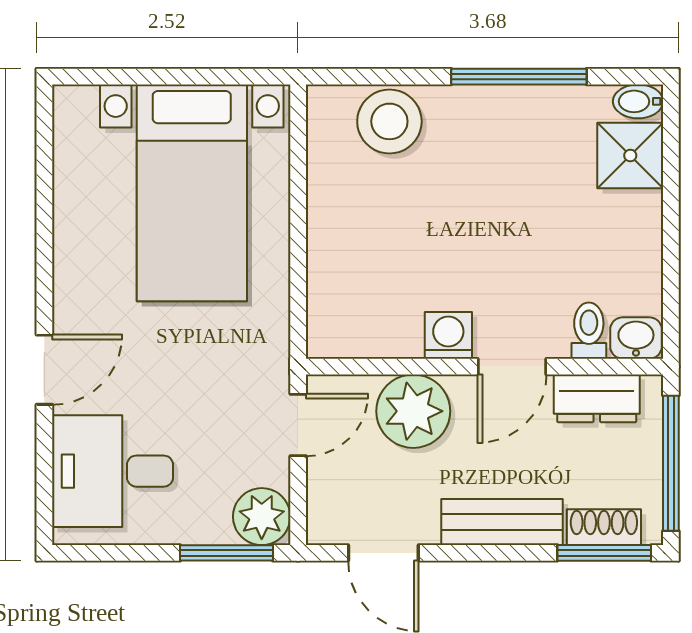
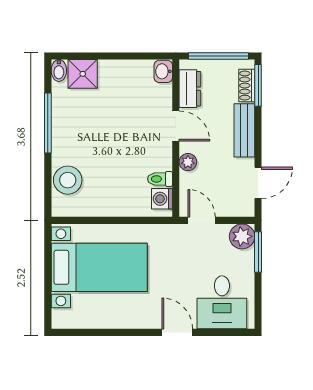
toilet: (589, 331) -> (160, 179), moved
washing machine: (448, 335) -> (162, 199), moved
plant: (413, 411) -> (188, 162), width x0.53, depth x0.53

